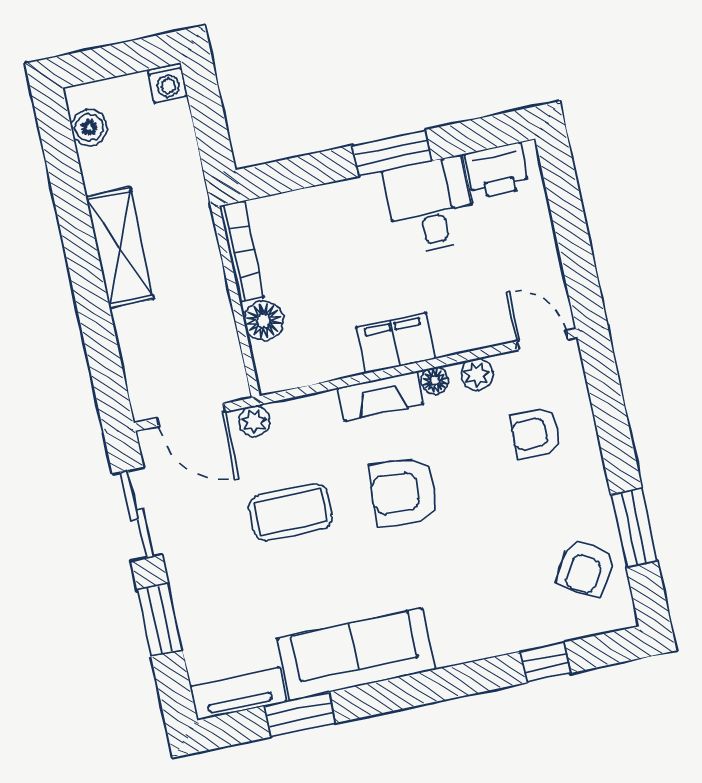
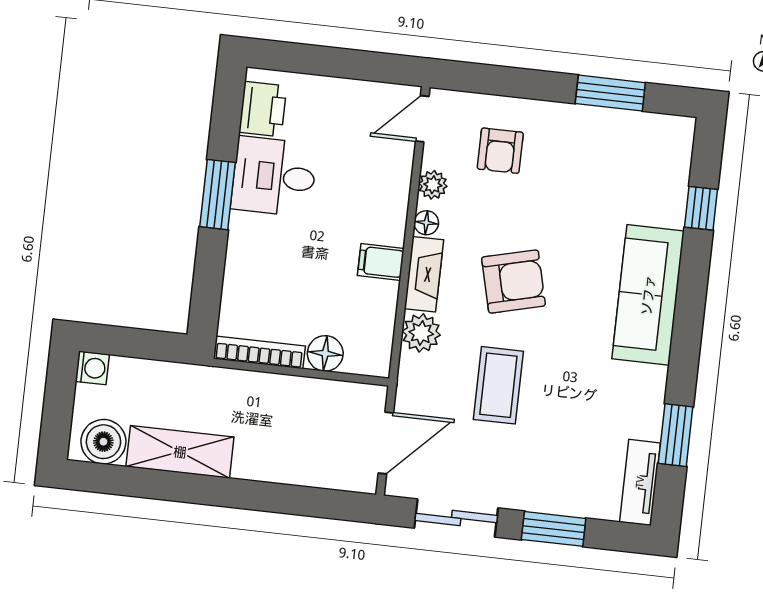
boiler: (89, 127) -> (103, 442), width x1.36, depth x1.36
shelving: (120, 248) -> (180, 452), moved
filing cabinet: (396, 343) -> (381, 262), width x0.50
plant: (254, 421) -> (421, 333), moved, width x1.38, depth x1.38
armchair: (404, 492) -> (513, 282), turned -109
armchair: (586, 568) -> (631, 146), removed
sofa: (356, 654) -> (648, 295), moved

